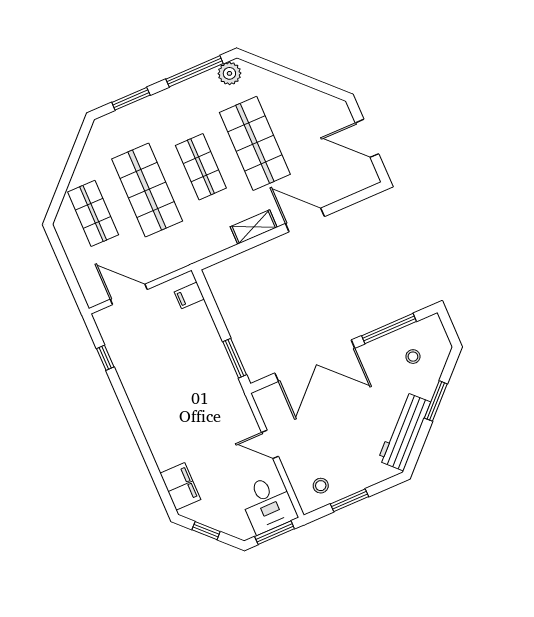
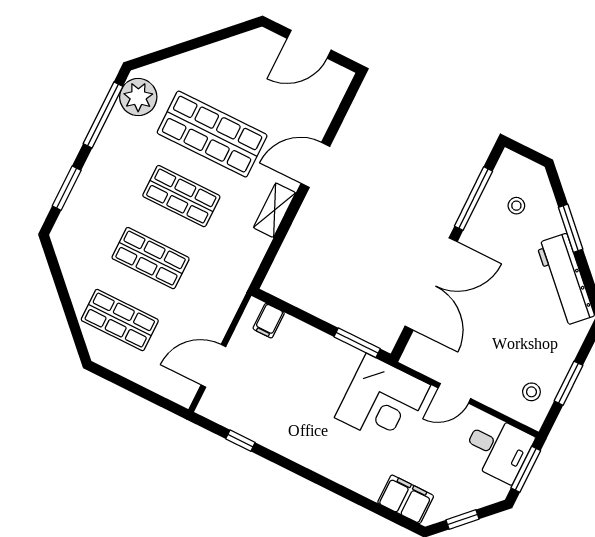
plant: (229, 73) -> (138, 97), width x1.36, depth x1.36
shop shelf: (147, 190) -> (151, 258), width x0.70, depth x0.74
corner desk: (219, 410) -> (383, 401), added

